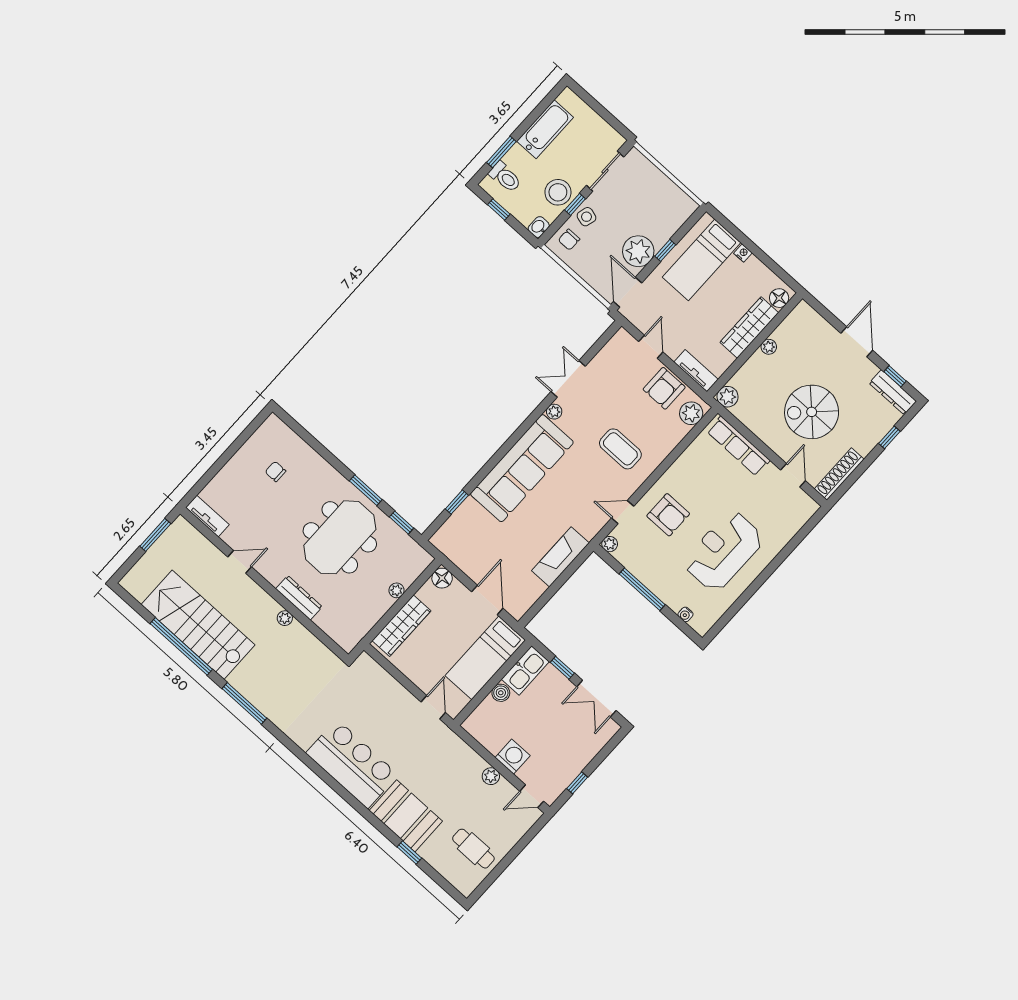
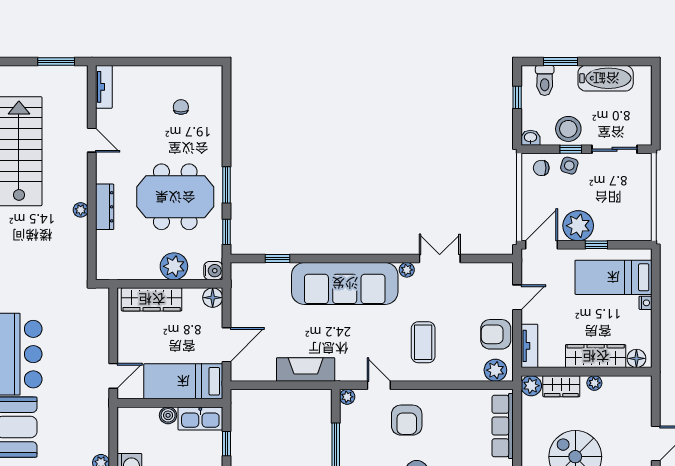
wardrobe: (749, 374) -> (561, 386), added
water cooler: (422, 559) -> (213, 271), added
plant: (397, 590) -> (174, 266), width x1.87, depth x1.87

